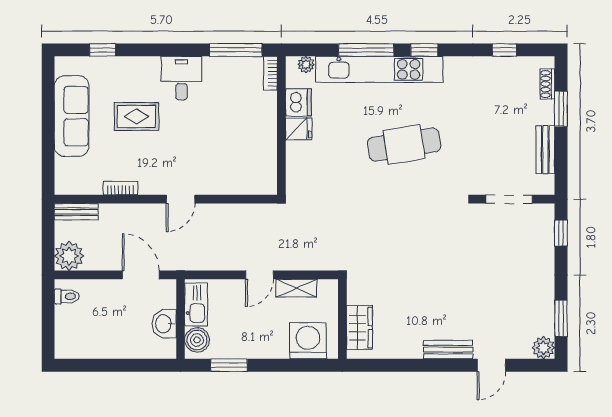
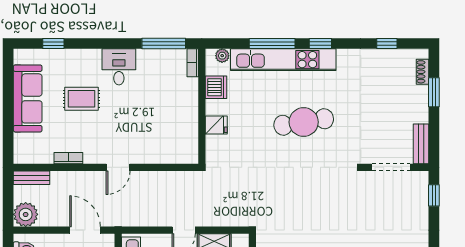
fridge: (299, 129) -> (216, 125), moved
bench: (545, 150) -> (421, 144), moved

